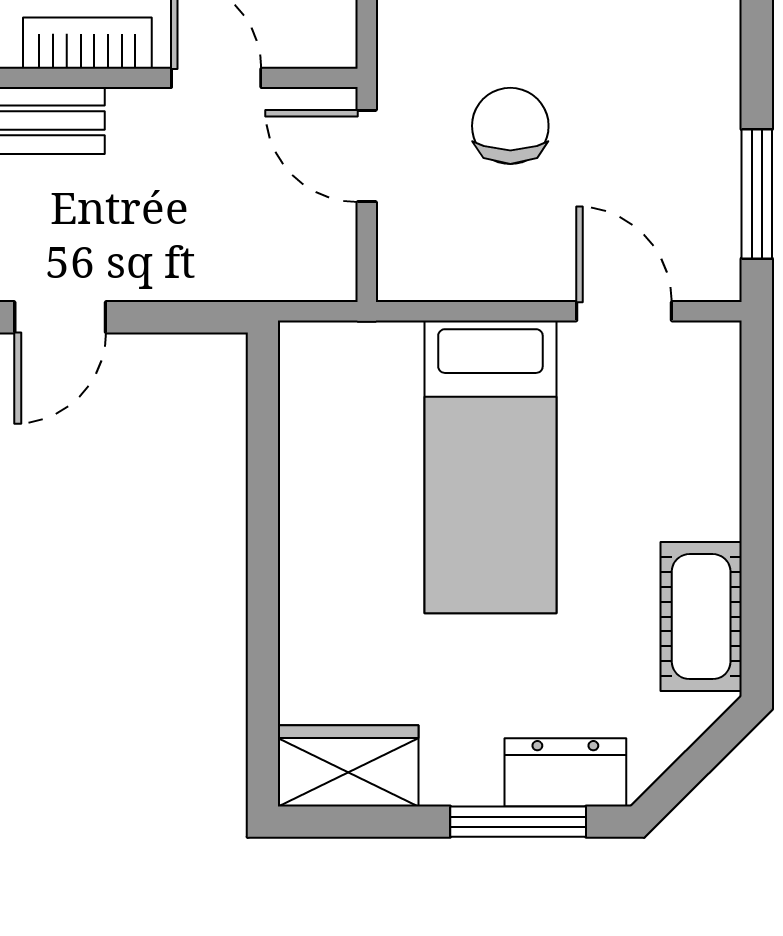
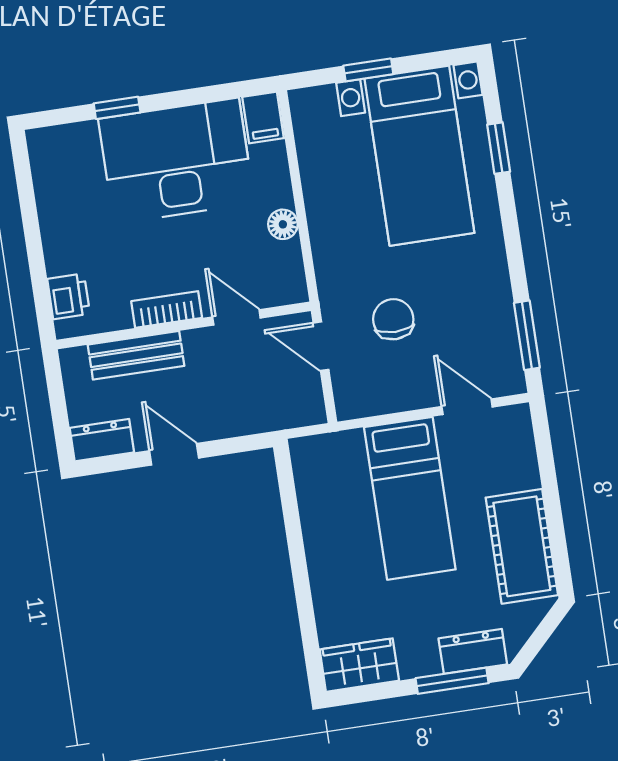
door: (60, 317) -> (174, 454), swing flipped
cot: (701, 617) -> (522, 546), width x1.37, depth x1.34

